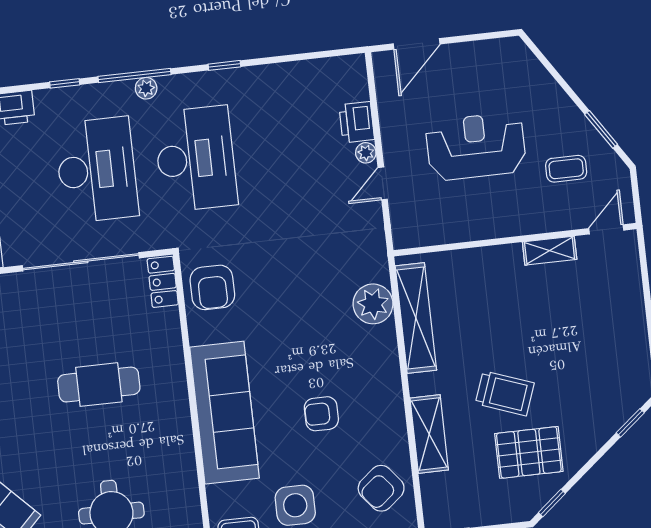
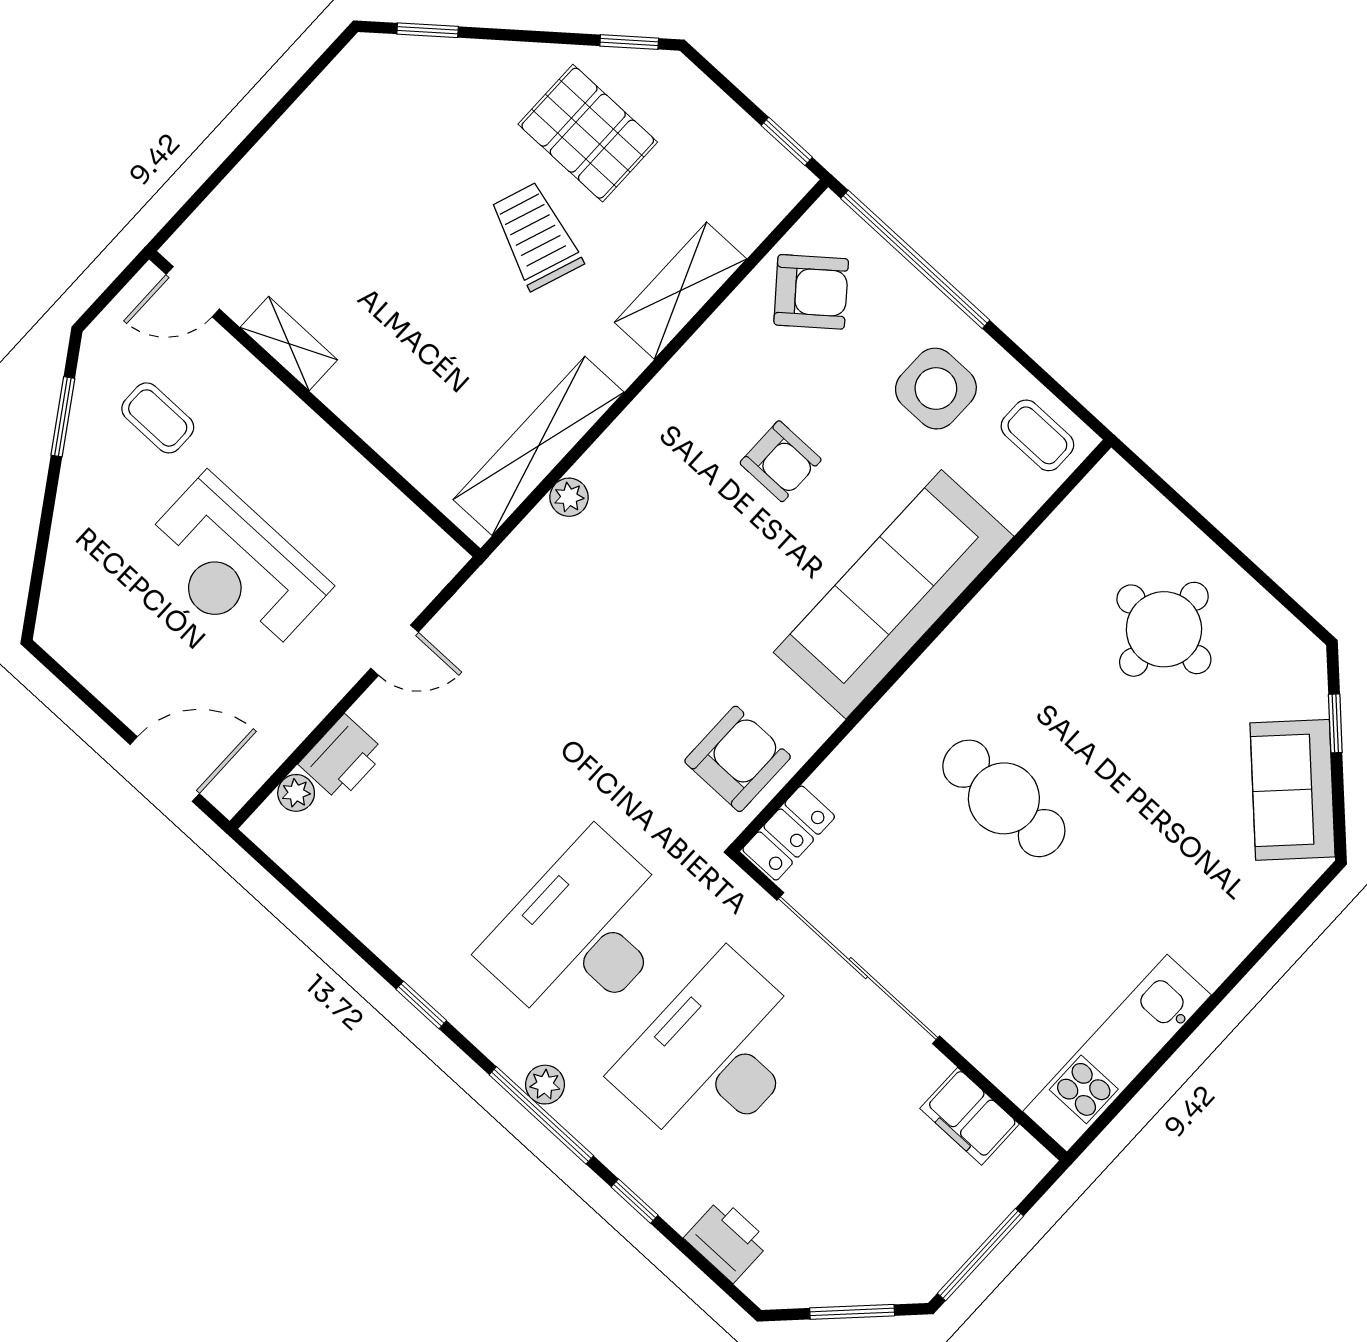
plant: (366, 153) -> (296, 793), moved
plant: (373, 304) -> (569, 497), width x0.53, depth x0.53

